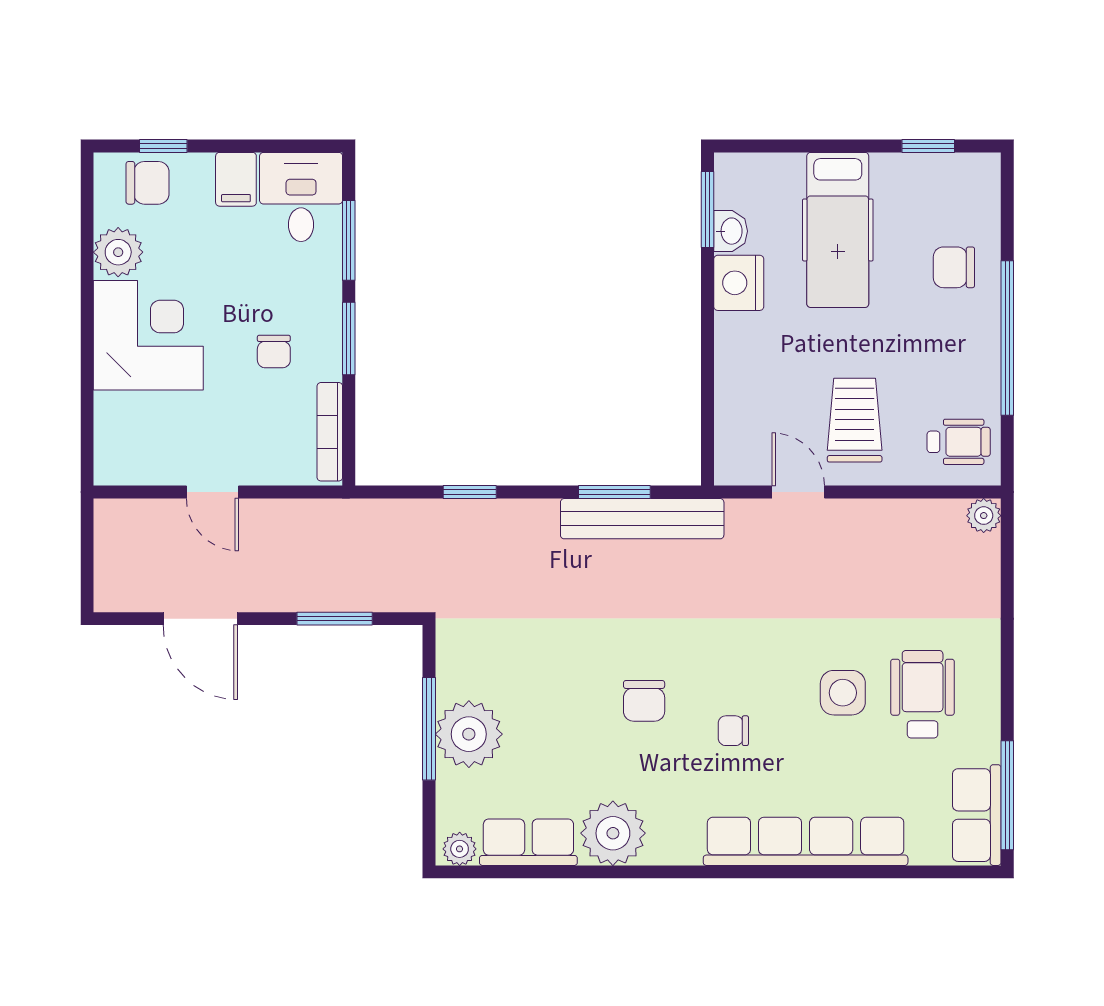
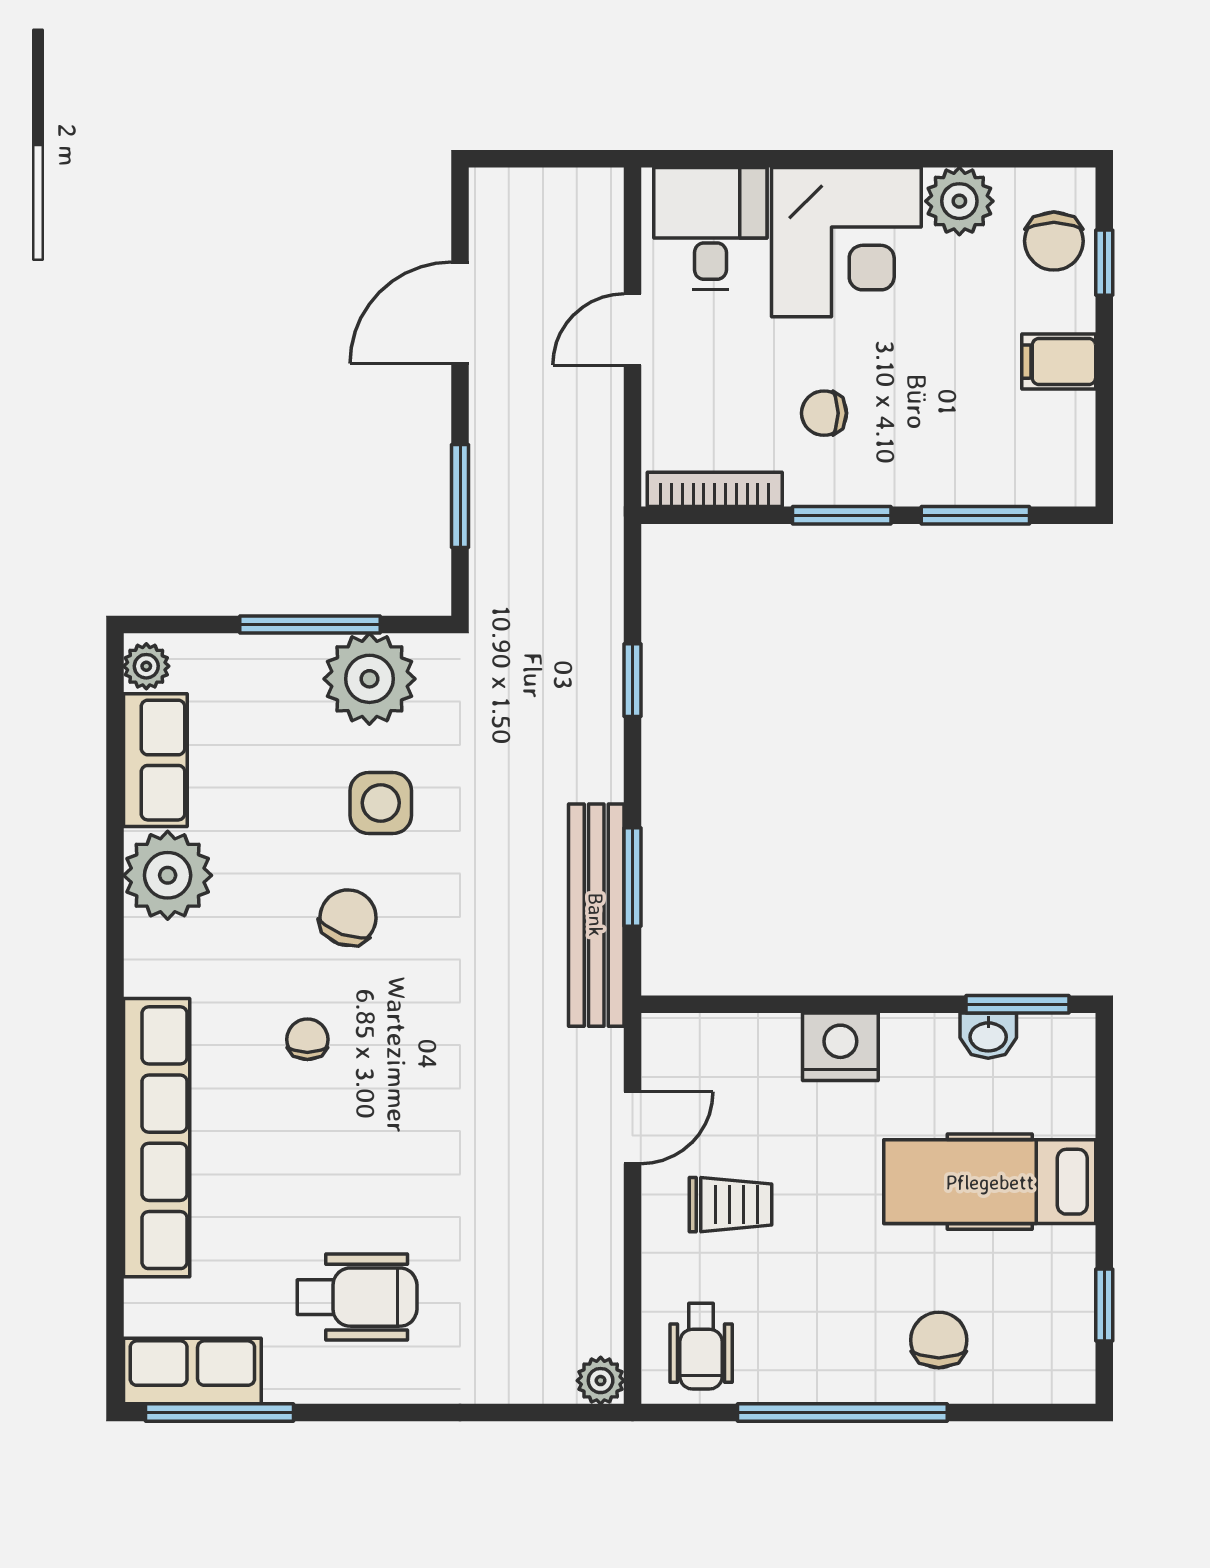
desk: (301, 197) -> (710, 228), moved, turned -90
nightstand: (739, 283) -> (840, 1047), moved
trolley: (855, 420) -> (731, 1205), width x0.73, depth x0.72
side table: (843, 693) -> (381, 803), moved
chair: (644, 701) -> (348, 918), turned 110
plant: (469, 734) -> (369, 679), moved

